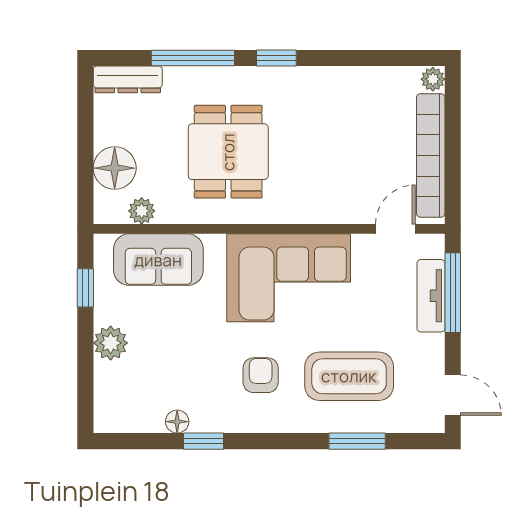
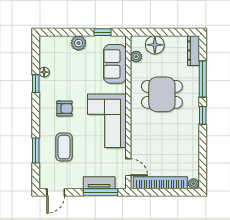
coffee table: (349, 376) -> (64, 147), width x0.73, depth x0.76

